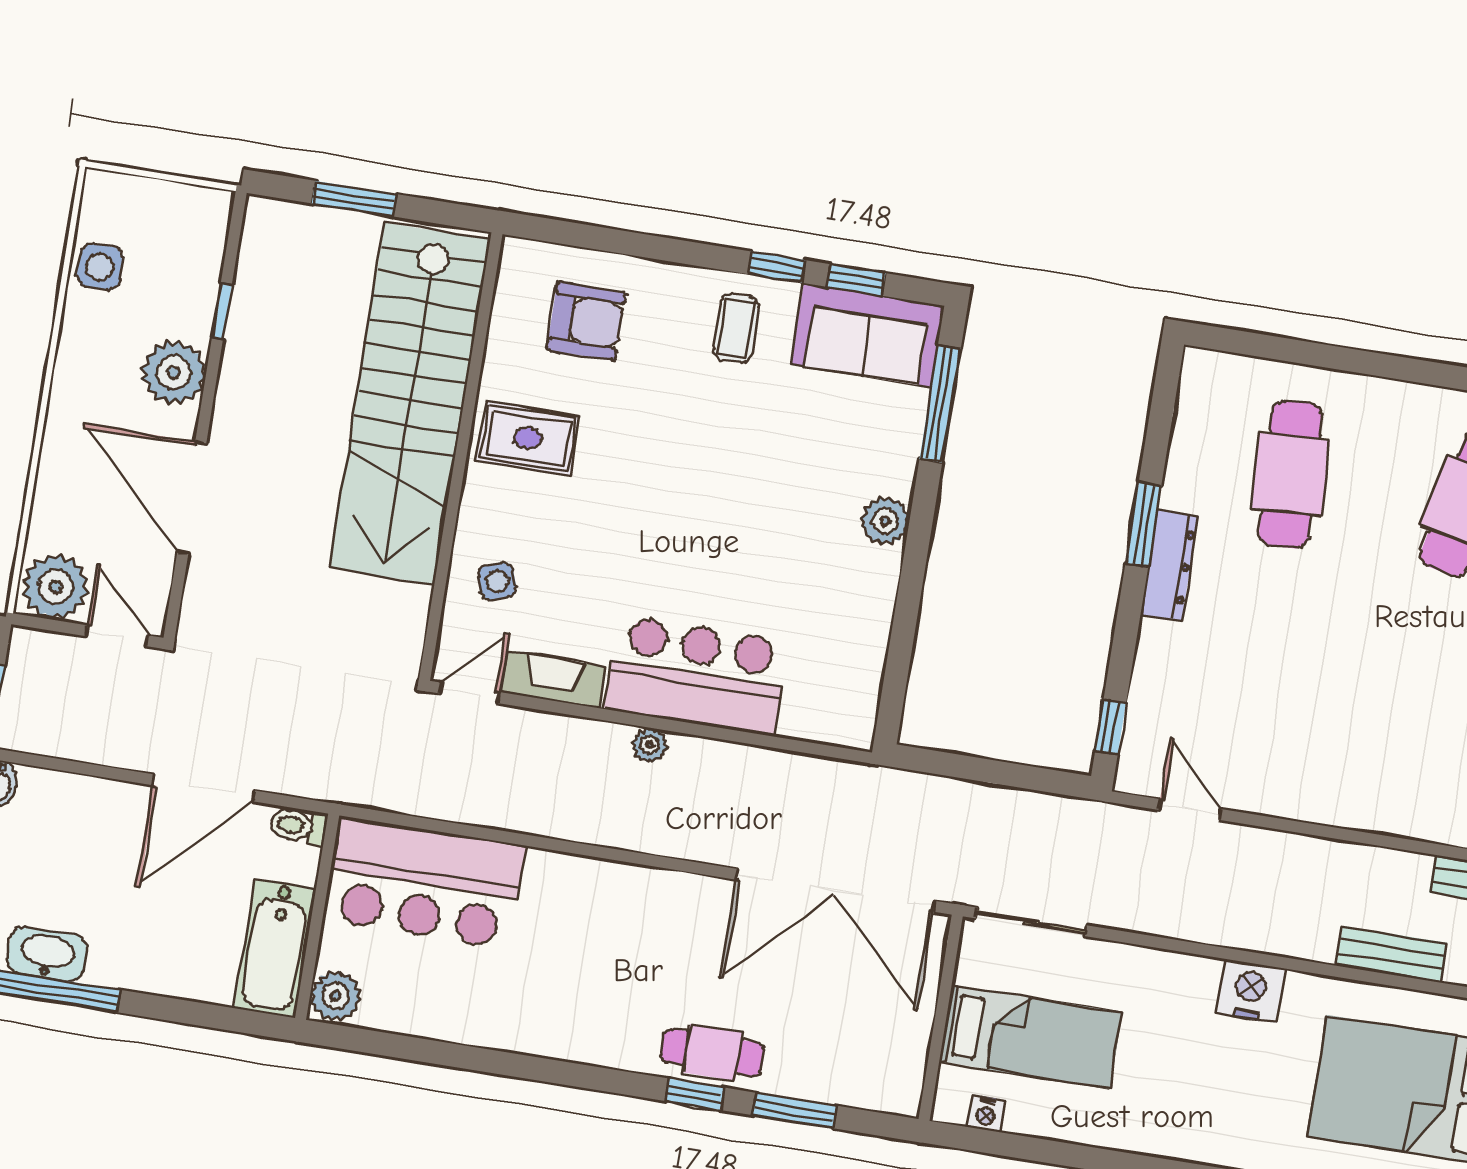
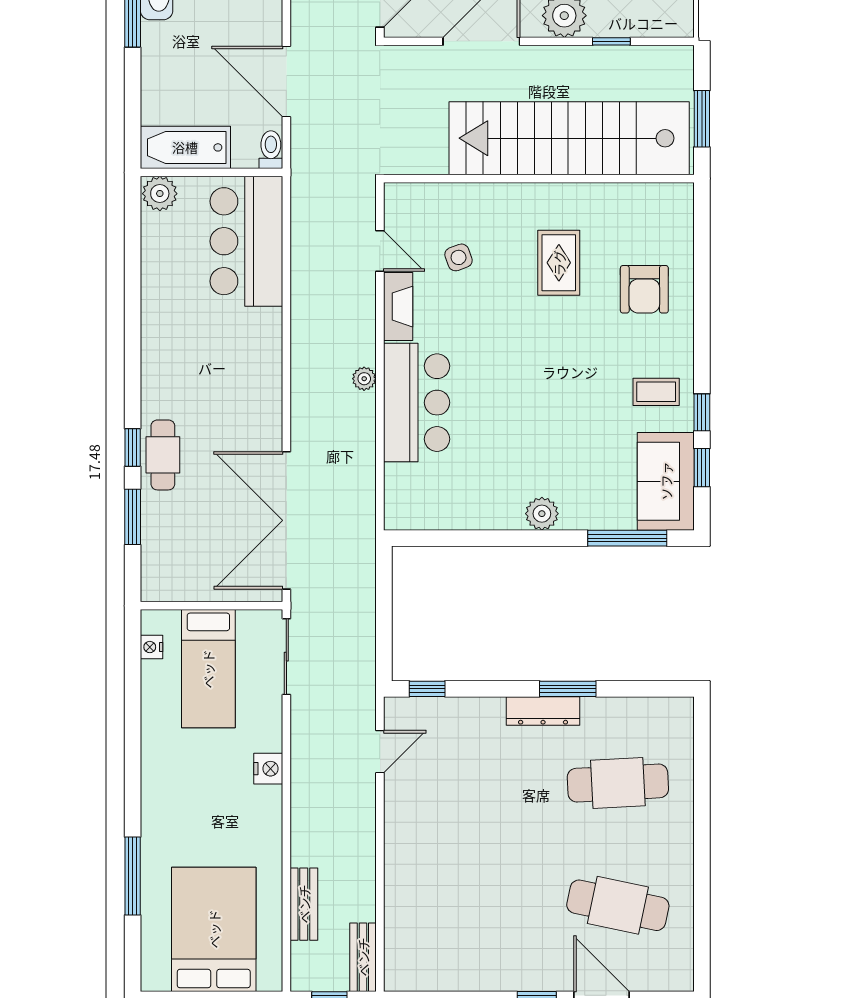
stairs: (410, 404) -> (569, 138), moved
wall: (461, 457) -> (539, 179), moved
nightstand: (1250, 991) -> (268, 769), moved, width x0.74, depth x0.75

